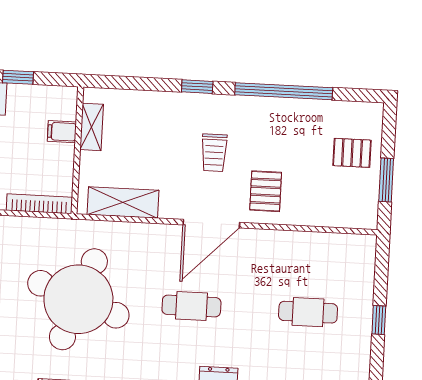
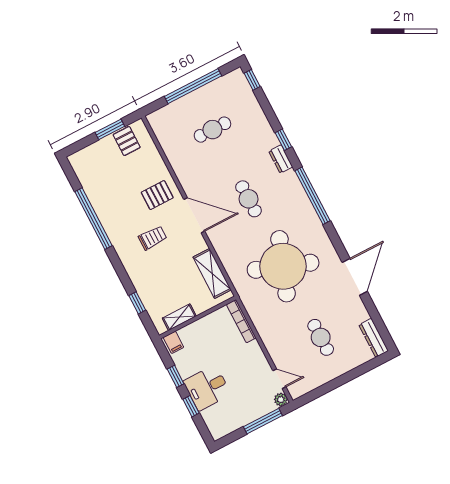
window: (197, 87) -> (137, 303), moved
filing cabinet: (62, 132) -> (173, 342), moved
pallet: (352, 153) -> (127, 141), moved
cafe table: (308, 312) -> (212, 130), turned 90
window: (379, 320) -> (193, 86), width x3.17

